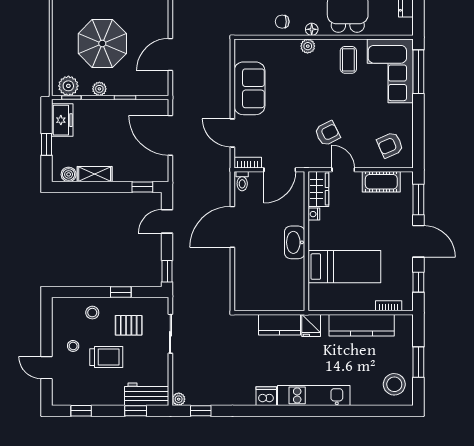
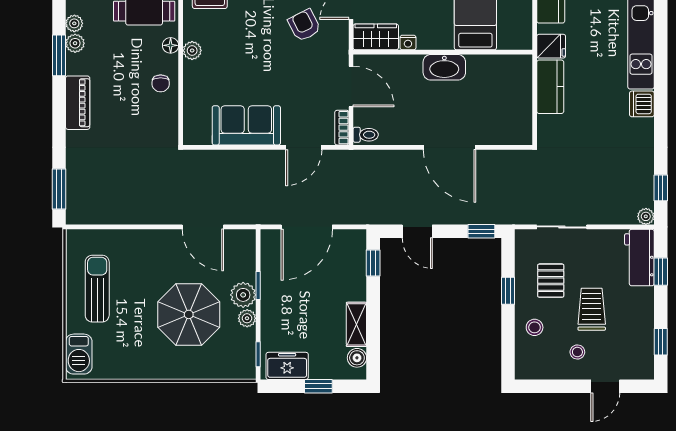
plant: (68, 86) -> (243, 295), moved
door: (232, 227) -> (449, 147), moved

